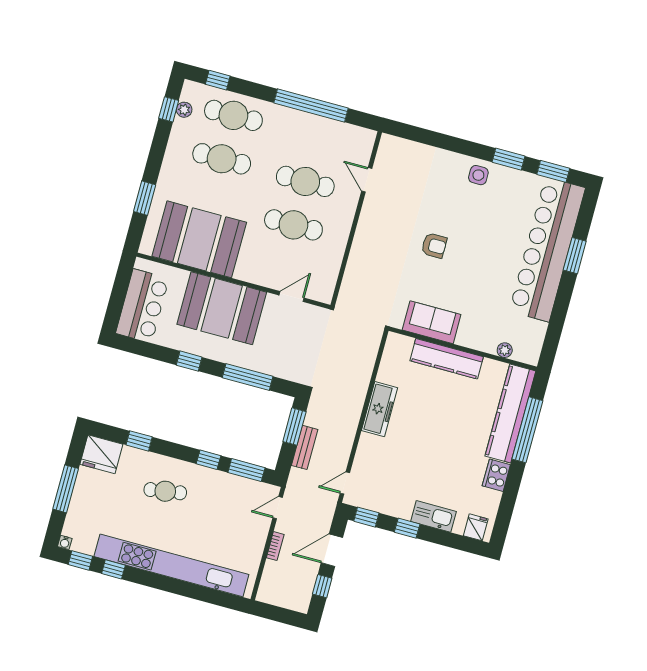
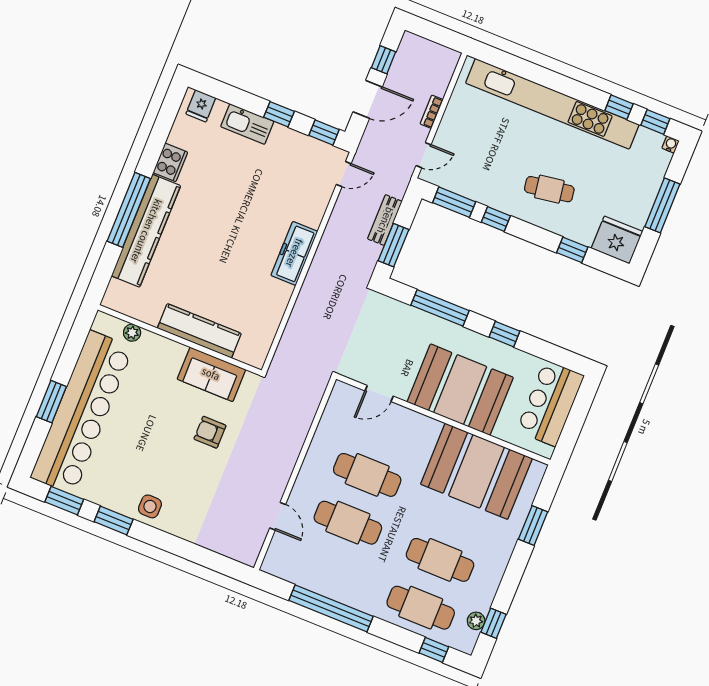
sofa: (432, 322) -> (211, 374), moved
wall: (463, 349) -> (180, 340), moved
plant: (505, 350) -> (132, 333), moved
kitchen counter: (447, 359) -> (199, 331), moved

